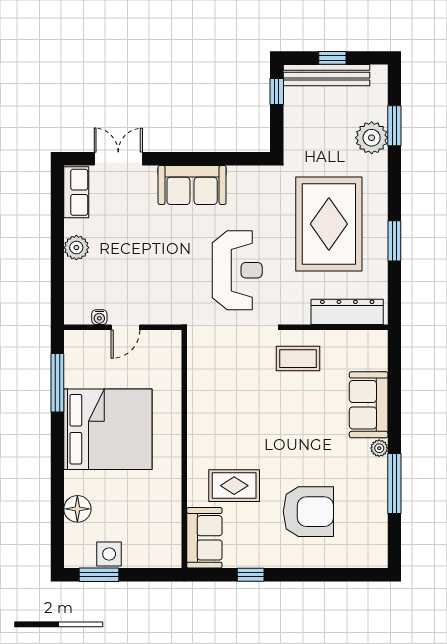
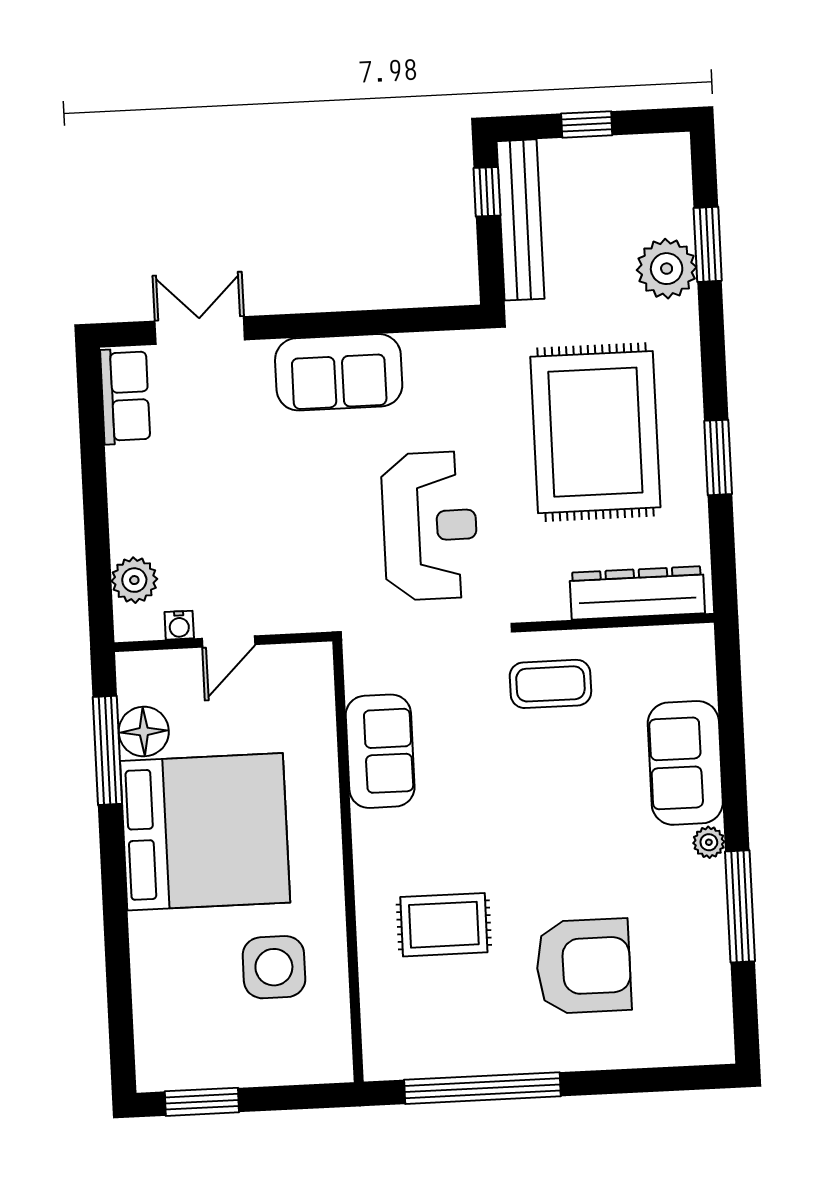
bench: (327, 75) -> (520, 220), moved, turned 90
plant: (76, 248) -> (134, 580), moved
floor lamp: (77, 509) -> (144, 732), moved
sofa: (204, 538) -> (380, 751), moved
side table: (109, 554) -> (274, 967), moved, width x1.37, depth x1.37
window: (251, 575) -> (482, 1088), width x3.17

